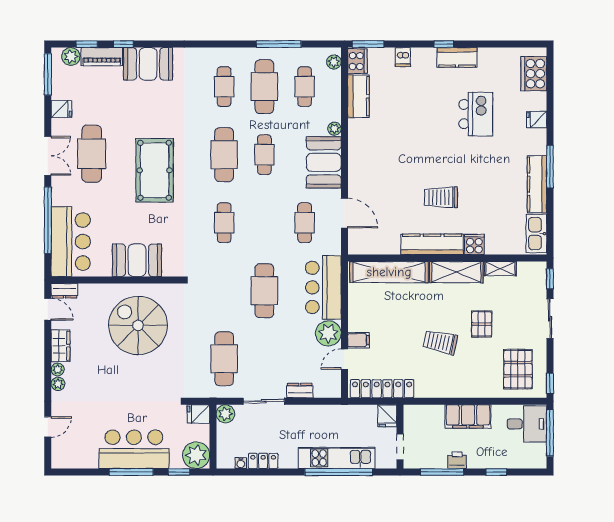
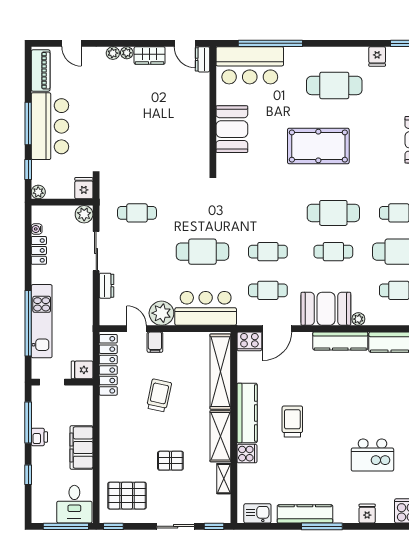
kitchen counter: (357, 147) -> (340, 341), added
double door: (48, 156) -> (332, 43), removed
cafe table: (224, 223) -> (268, 252), moved
kitchen sink: (536, 234) -> (257, 513), width x0.73
cooker: (358, 242) -> (249, 341), added
door: (48, 309) -> (185, 43), hinge flipped
spiral stairs: (138, 325) -> (169, 130), removed
trolley: (440, 342) -> (159, 395), moved
cafe table: (224, 359) -> (137, 213), width x0.73, depth x0.74
plant: (196, 455) -> (38, 192), width x0.53, depth x0.53
piano: (76, 459) -> (41, 70), added

